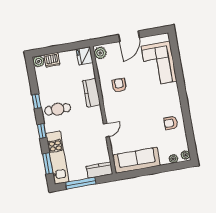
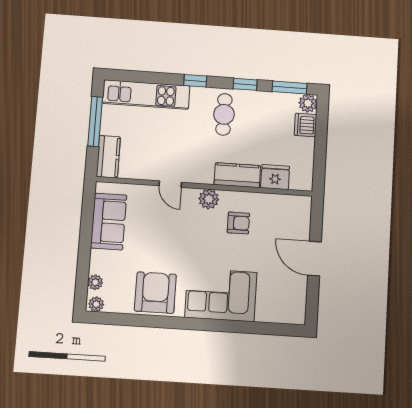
plant: (100, 53) -> (209, 199), moved
fridge: (85, 56) -> (275, 177), moved
corner sofa: (159, 64) -> (221, 295), moved
armchair: (171, 123) -> (155, 293), width x1.88, depth x1.88
sofa: (137, 160) -> (109, 221), width x0.73
window: (48, 163) -> (290, 87), moved

